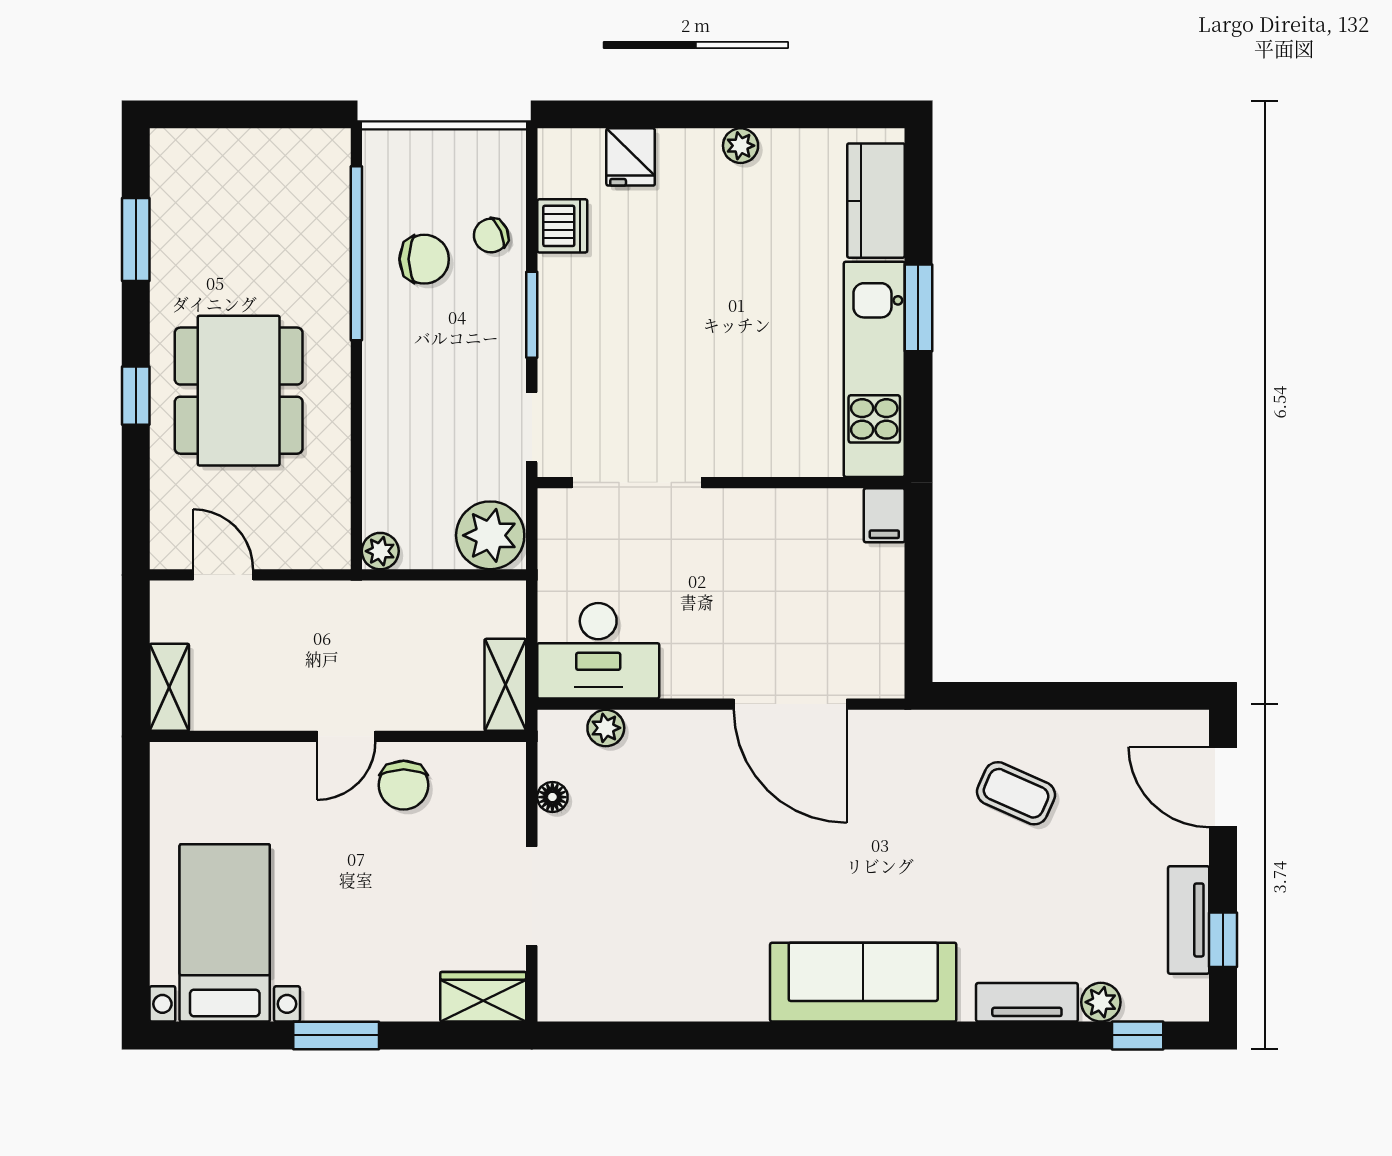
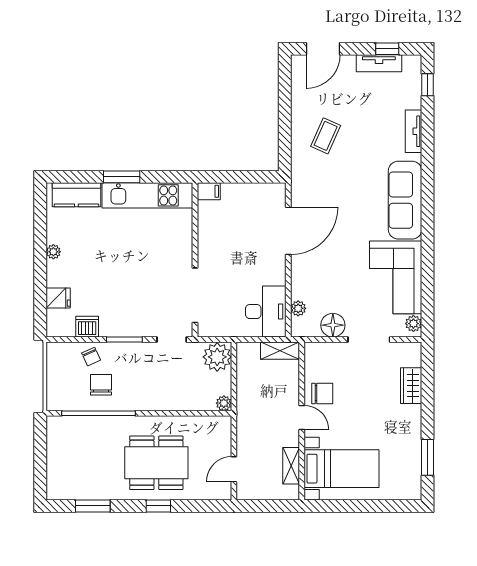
shelving: (169, 687) -> (291, 466), moved, turned 90
floor lamp: (552, 797) -> (333, 325), width x1.89, depth x1.89
bed with nightstands: (225, 933) -> (341, 469), moved, turned 180
corner sofa: (680, 960) -> (396, 277), added
wardrobe: (483, 997) -> (411, 386), moved
plant: (1101, 1002) -> (413, 324), moved
window: (336, 1035) -> (428, 457), moved

